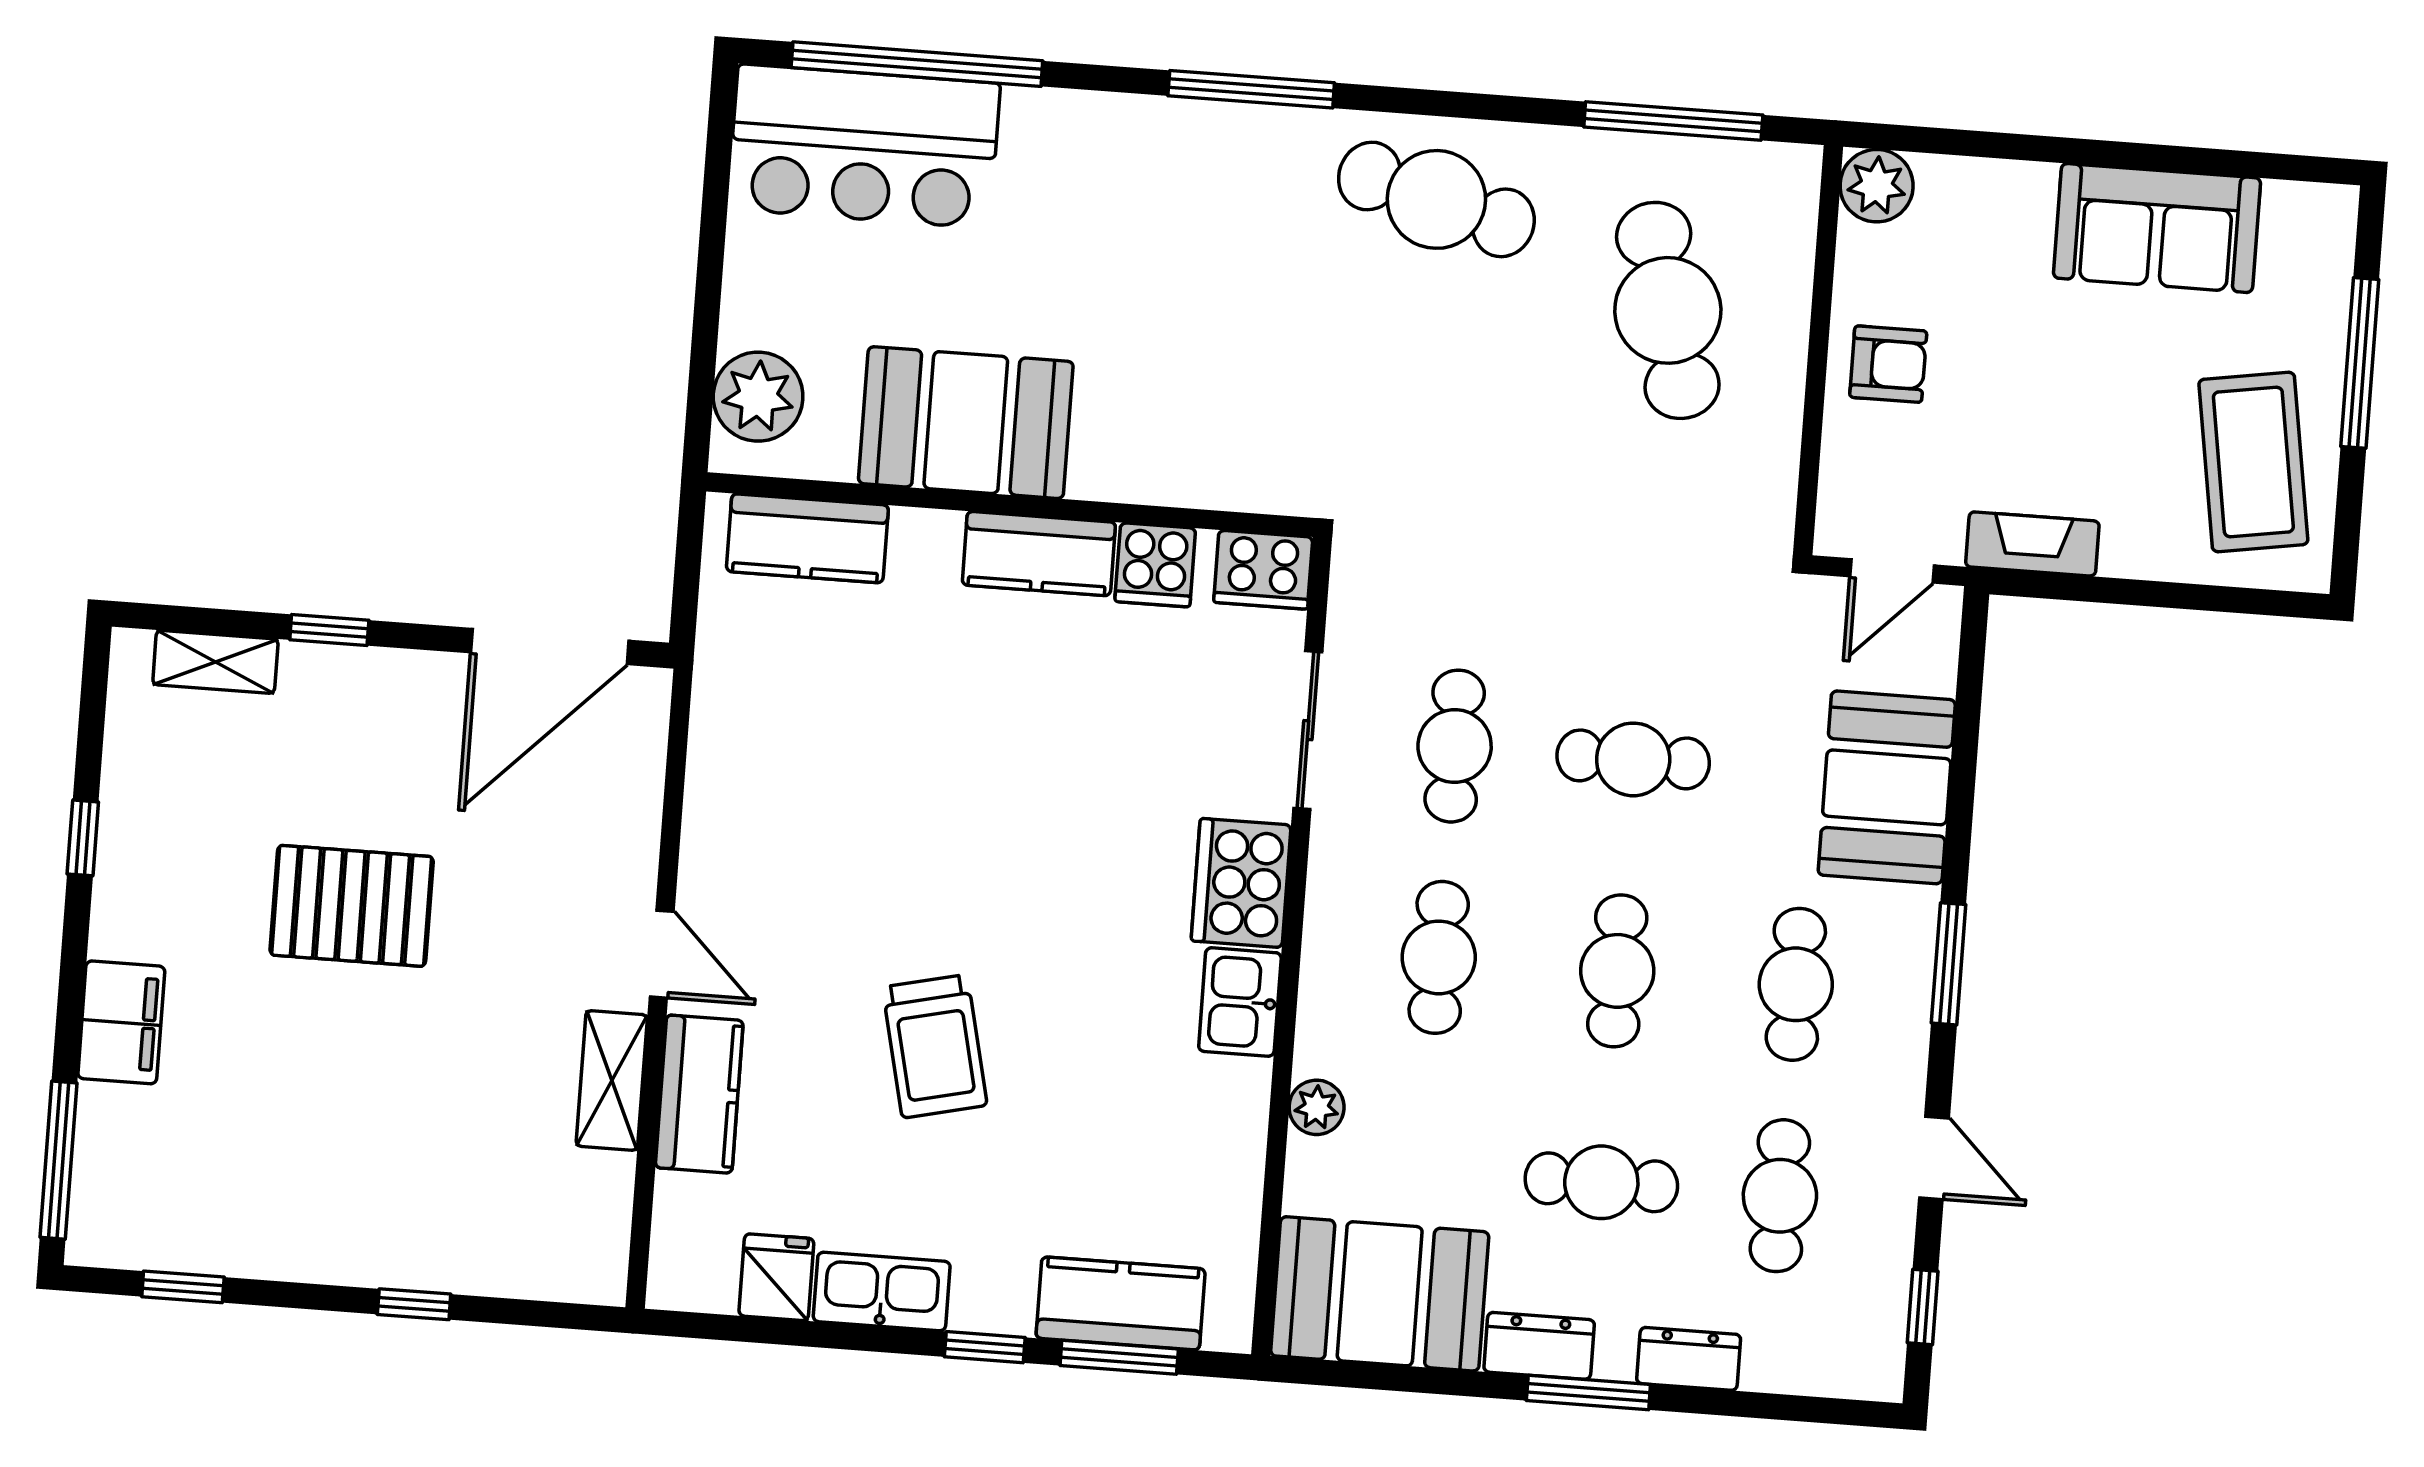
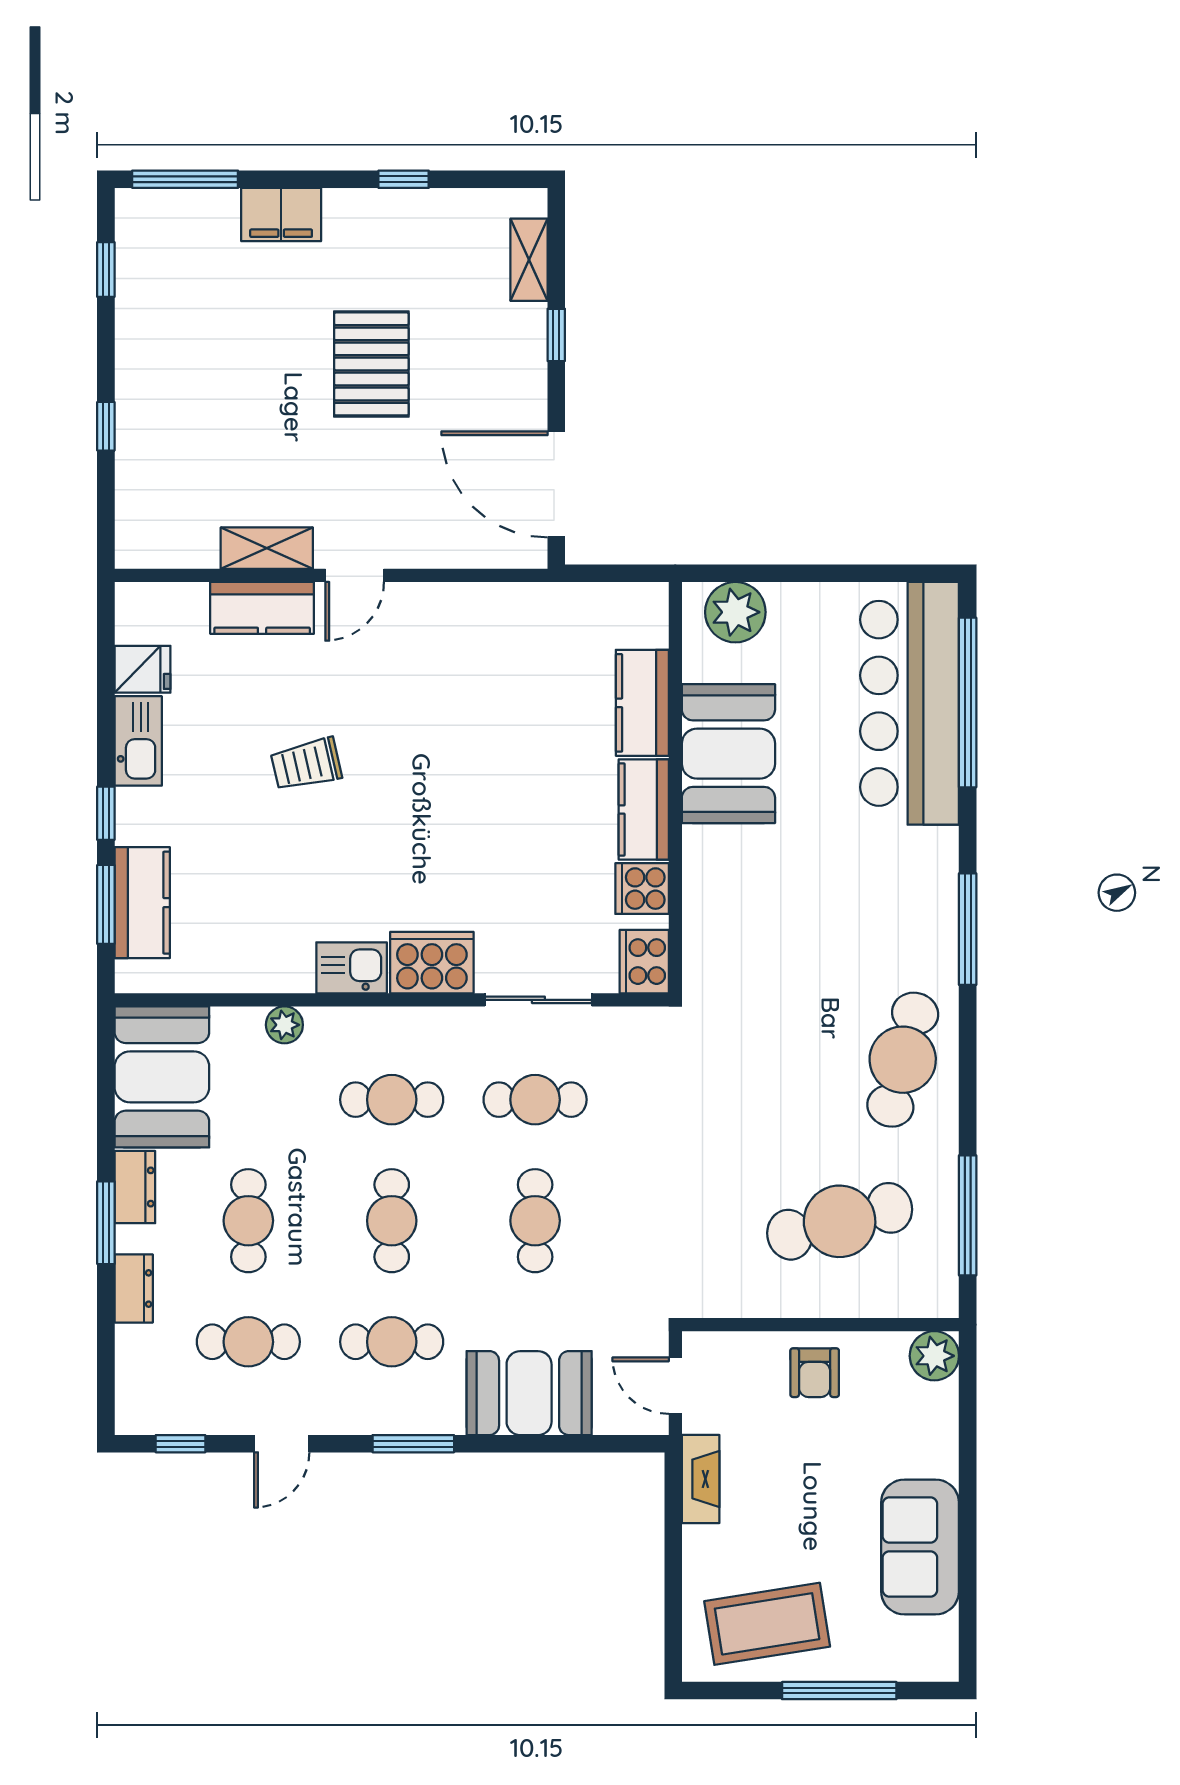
bar counter: (864, 146) -> (910, 703), width x1.36
kitchen counter: (807, 538) -> (642, 703), moved
cafe table: (1617, 971) -> (392, 1221), turned 90
trolley: (935, 1046) -> (306, 764), width x0.73, depth x0.72

